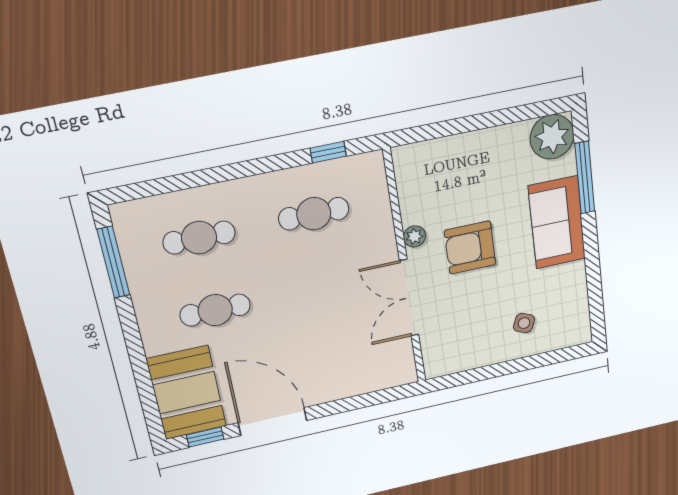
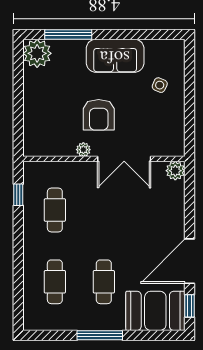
sofa: (557, 222) -> (115, 56), moved
window: (113, 262) -> (100, 335), moved
plant: (403, 372) -> (175, 171), added

